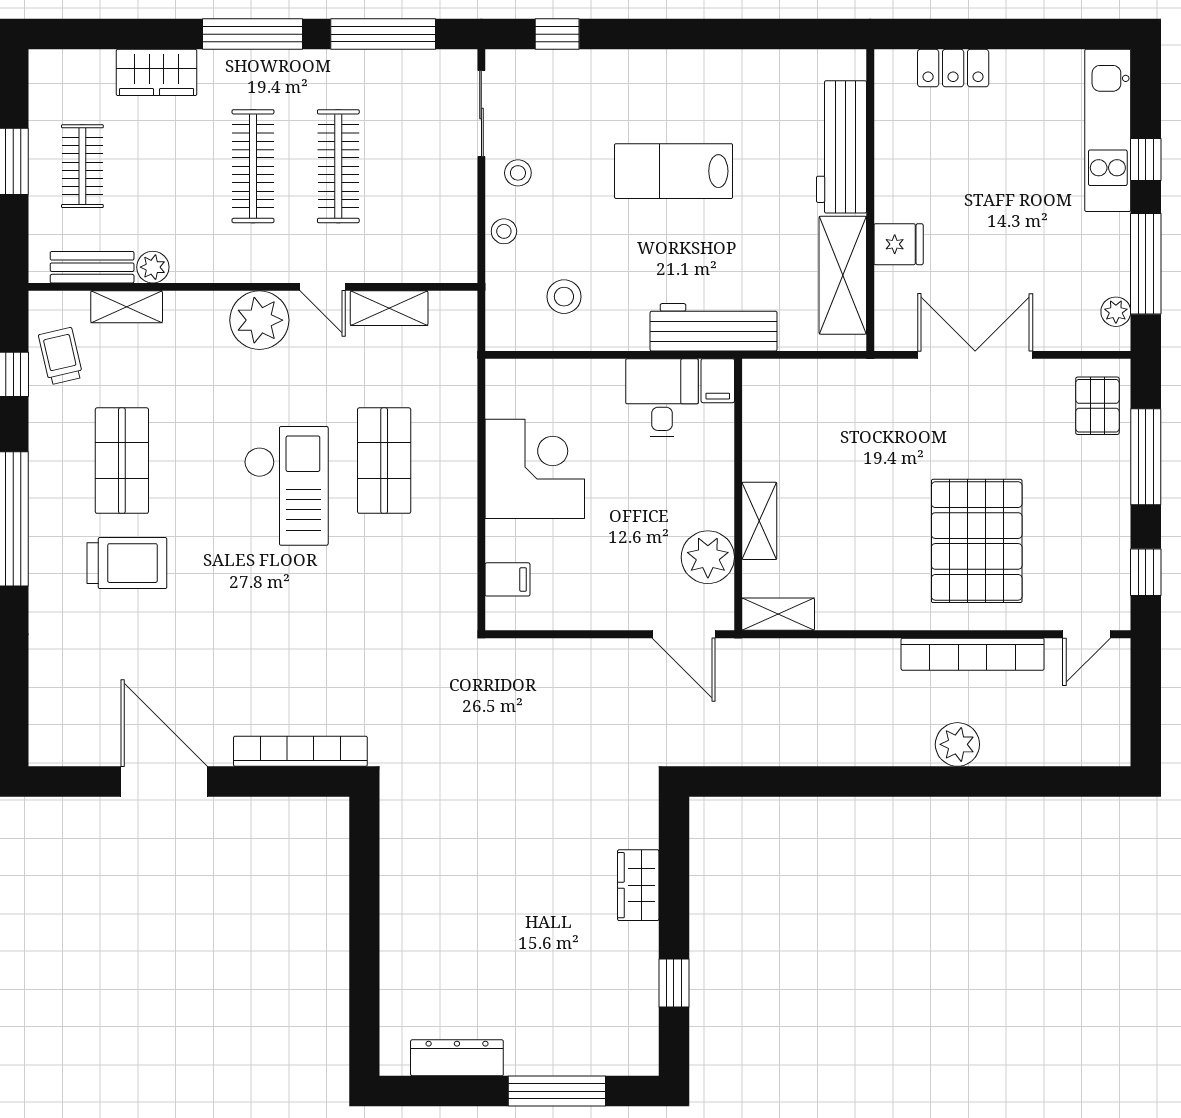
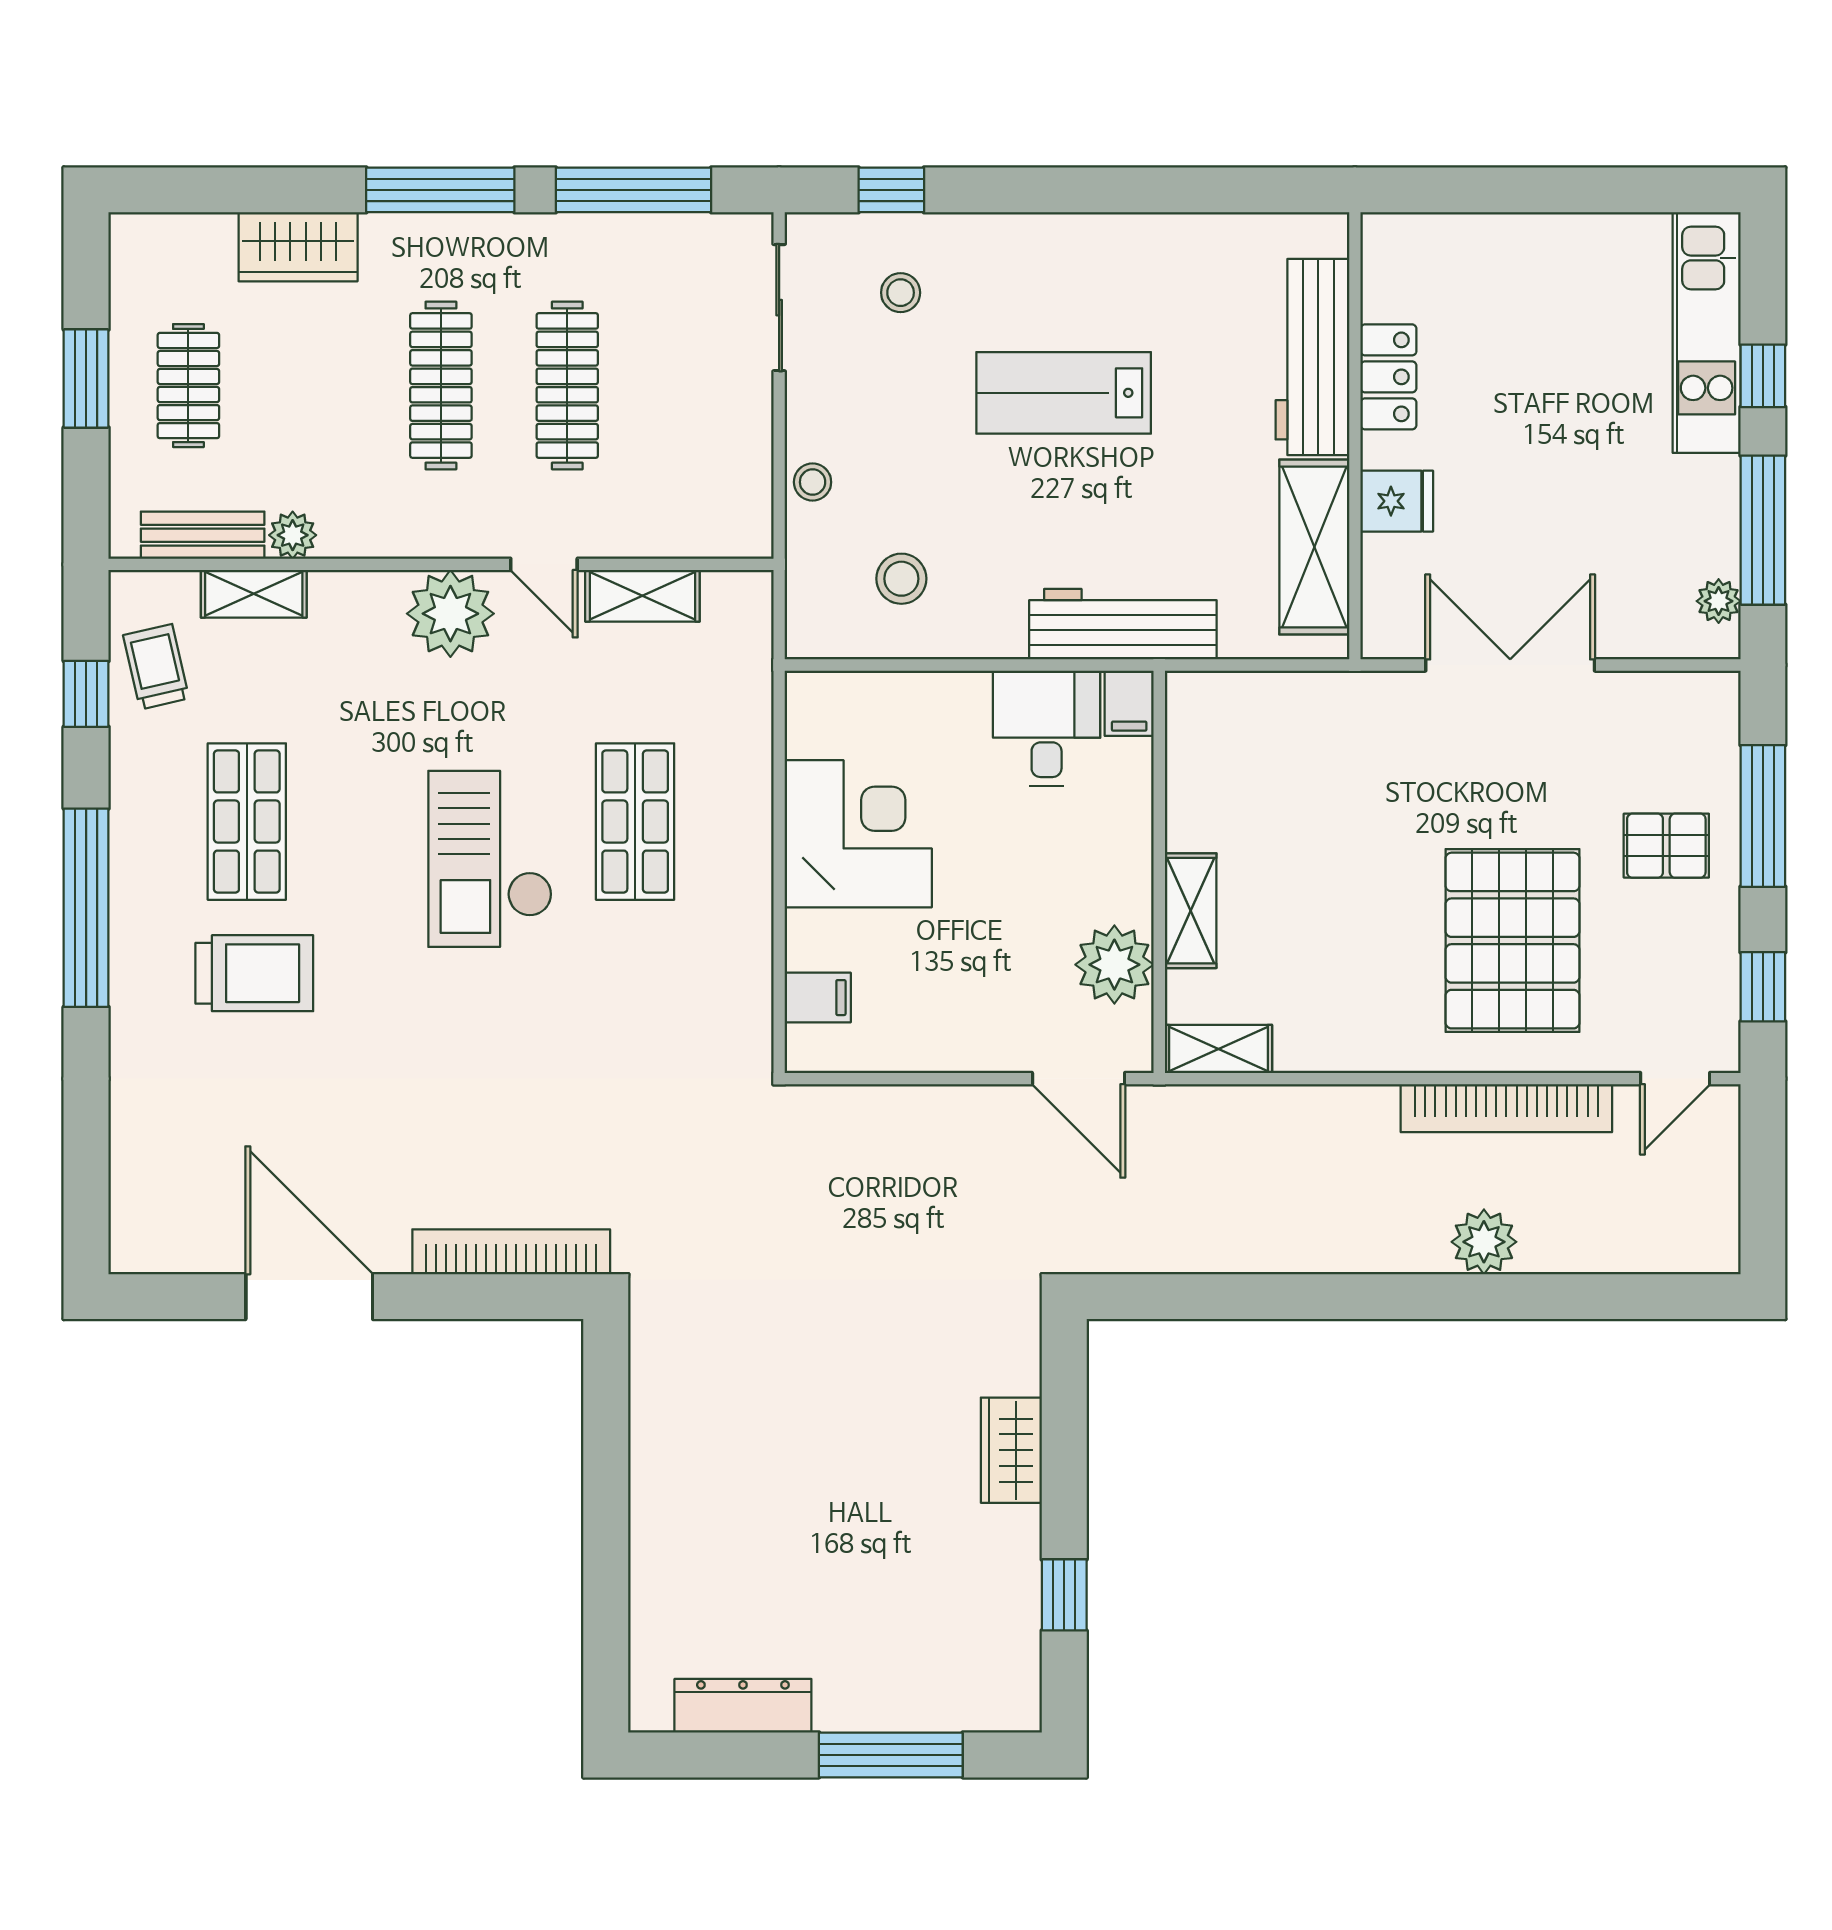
locker: (953, 68) -> (1388, 377), moved, turned -90
stool: (518, 173) -> (901, 293), moved
pallet: (1097, 406) -> (1666, 846), moved, turned 90
checkout: (286, 486) -> (490, 859), turned 180

